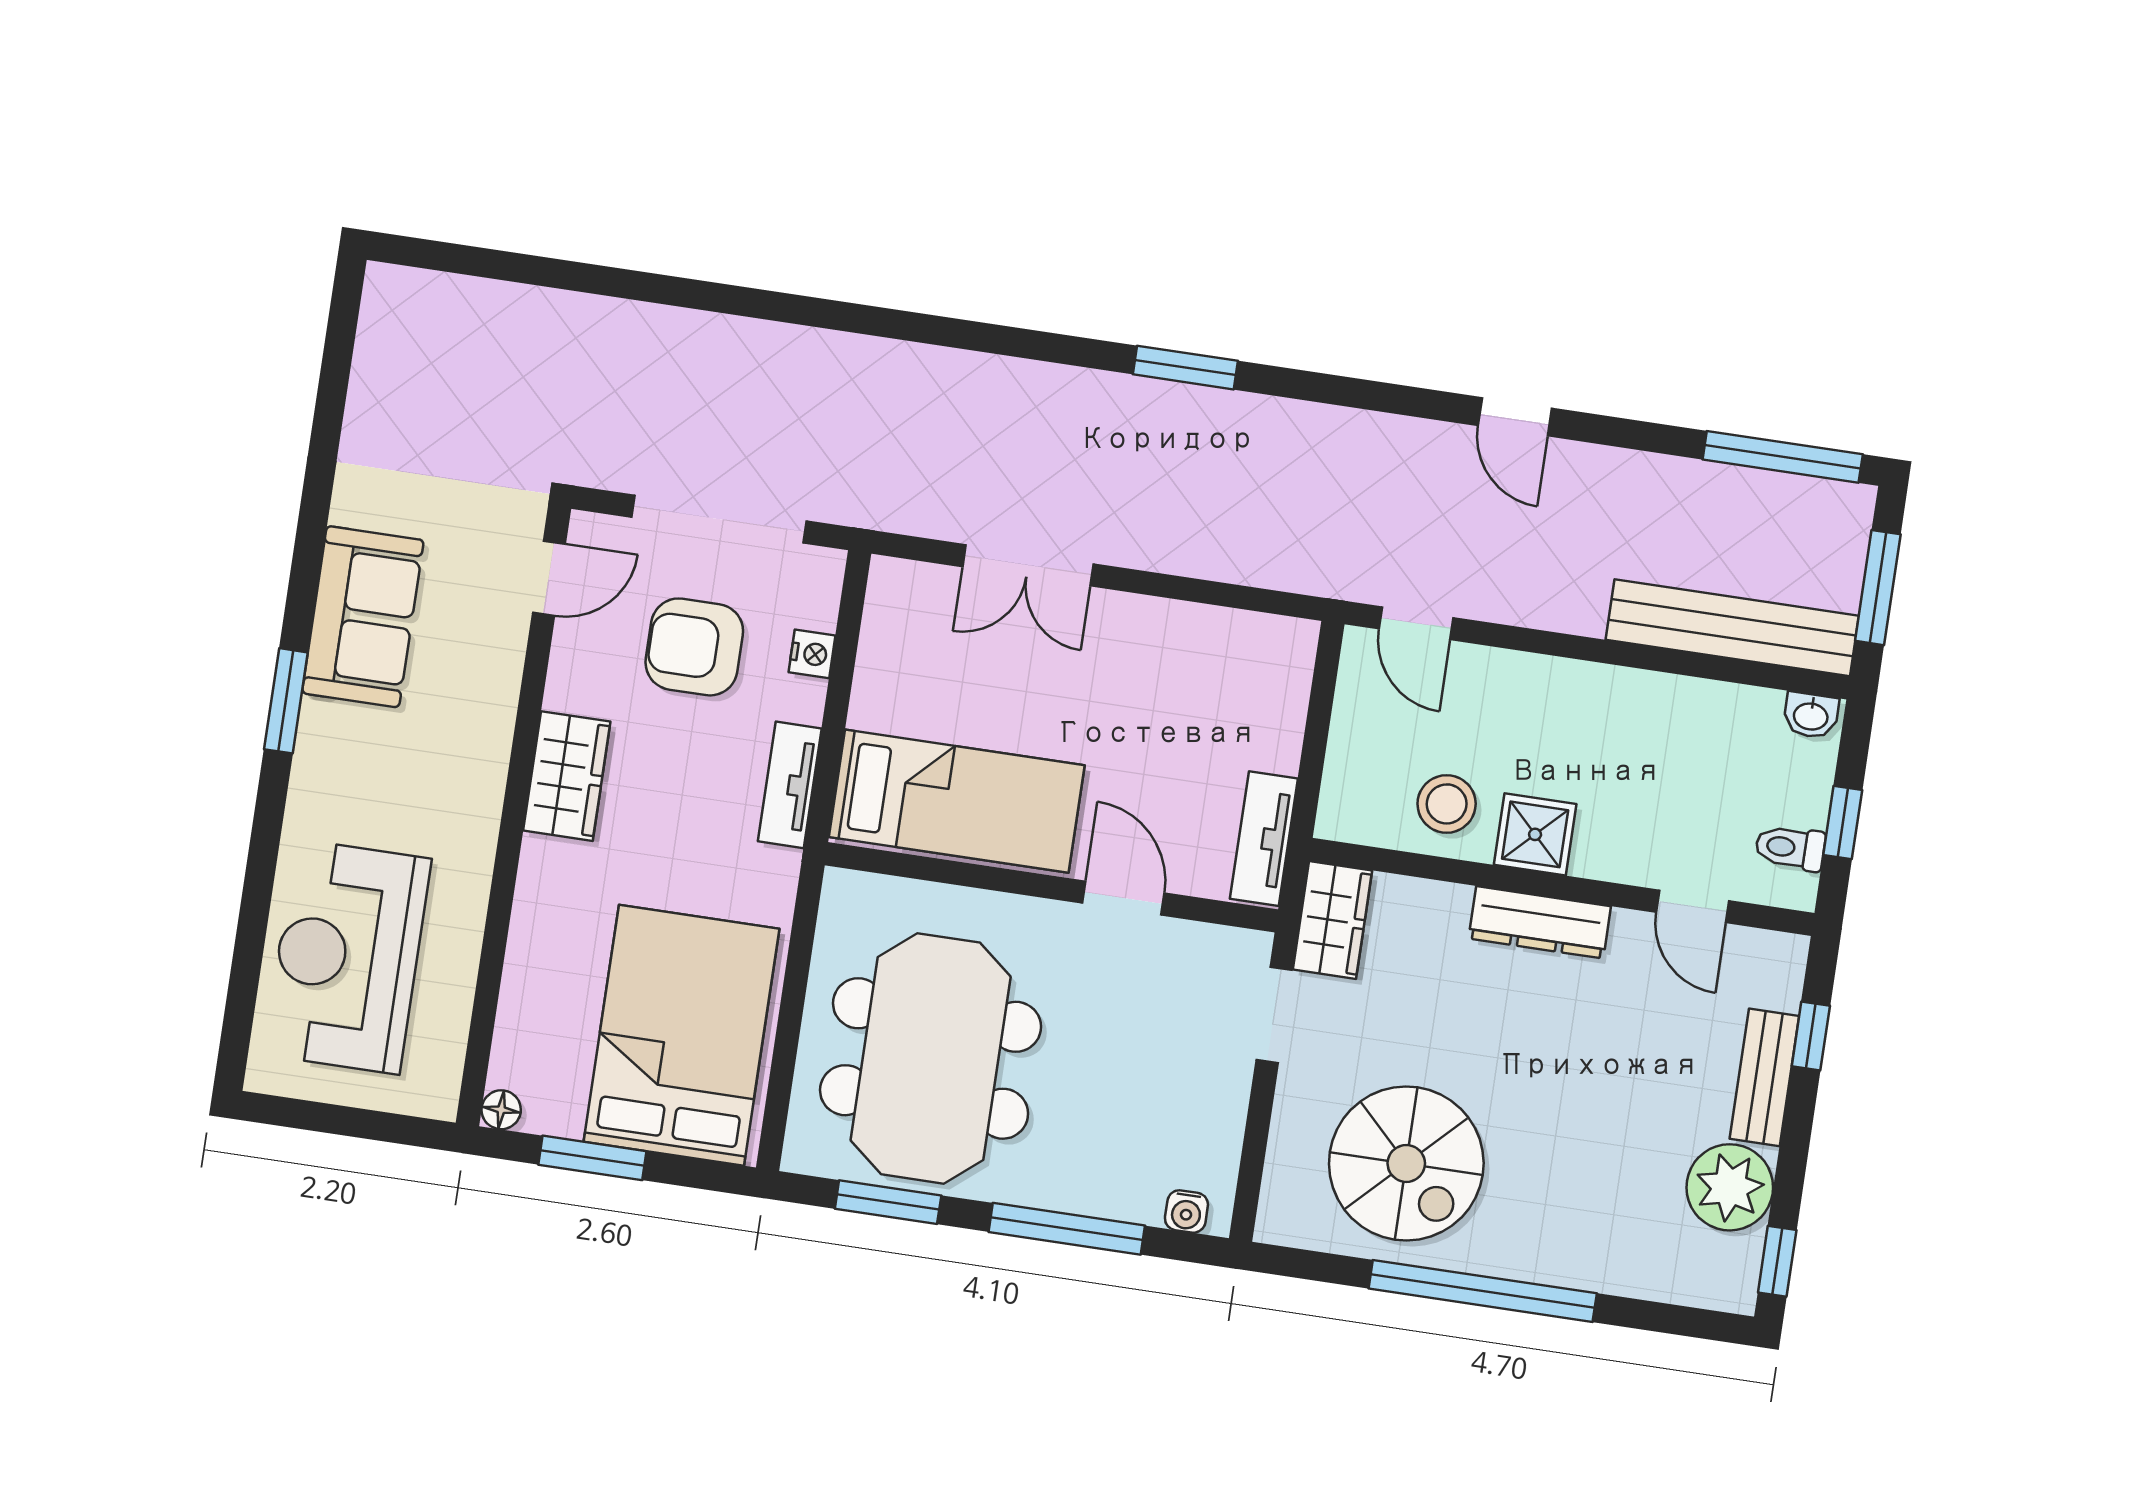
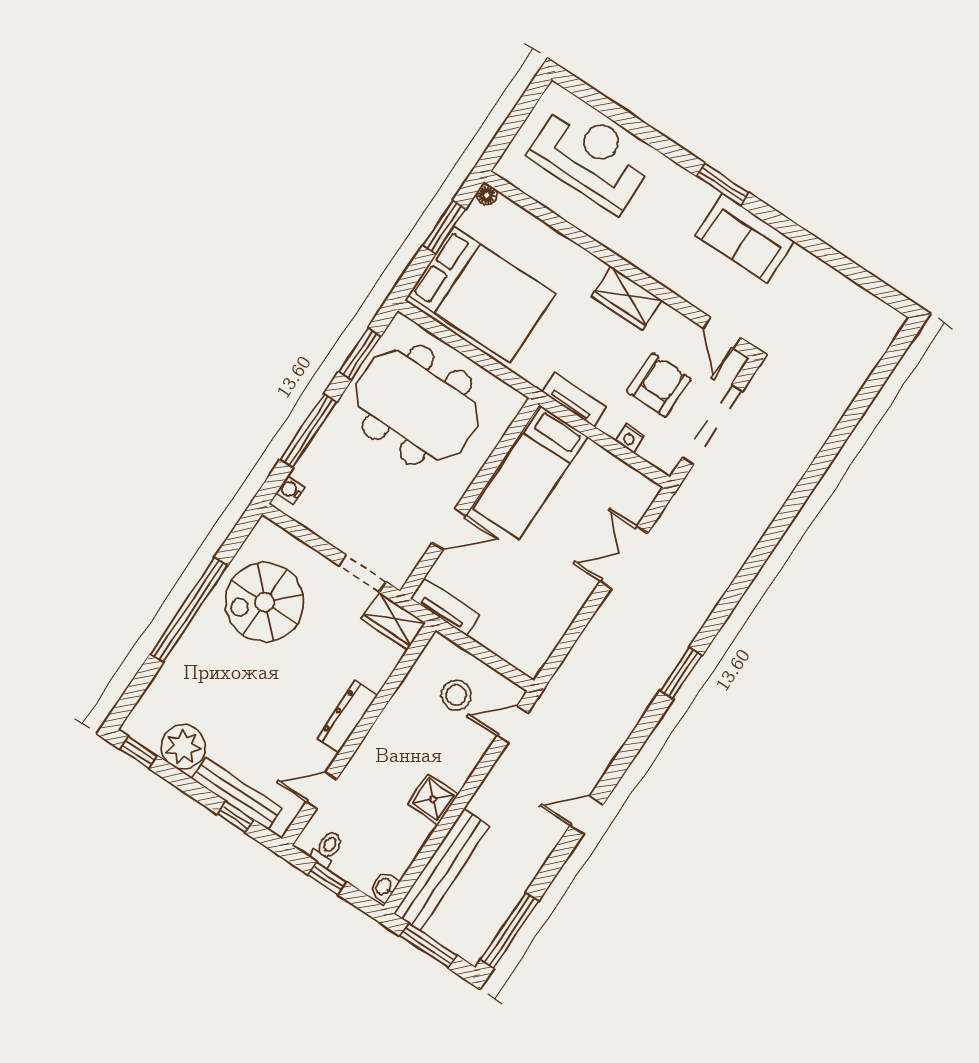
stool: (1447, 804) -> (456, 695), moved
shower: (1535, 834) -> (433, 799), moved
bench: (1764, 1077) -> (237, 793), width x1.36

